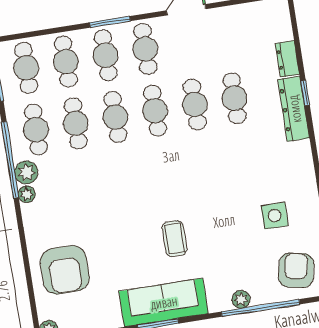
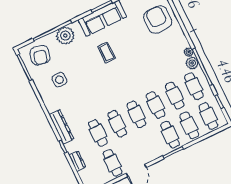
cafe table: (145, 49) -> (113, 163), moved
dresser: (294, 109) -> (61, 127), moved
plant: (241, 299) -> (65, 36), width x1.87, depth x1.87

